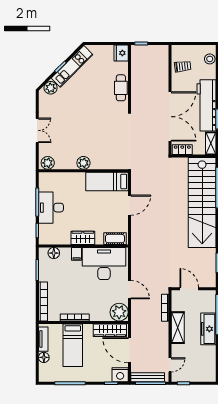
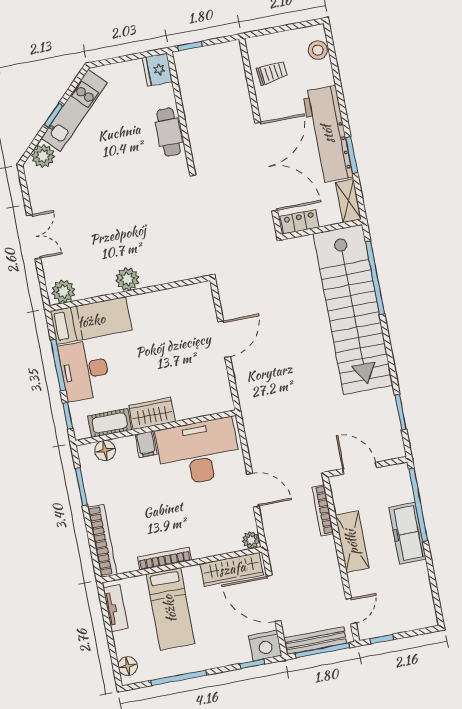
bed: (107, 181) -> (91, 321), moved, turned 180
cot: (115, 239) -> (110, 423), moved
plant: (119, 312) -> (251, 540), width x0.53, depth x0.53
floor lamp: (44, 357) -> (128, 666), moved

